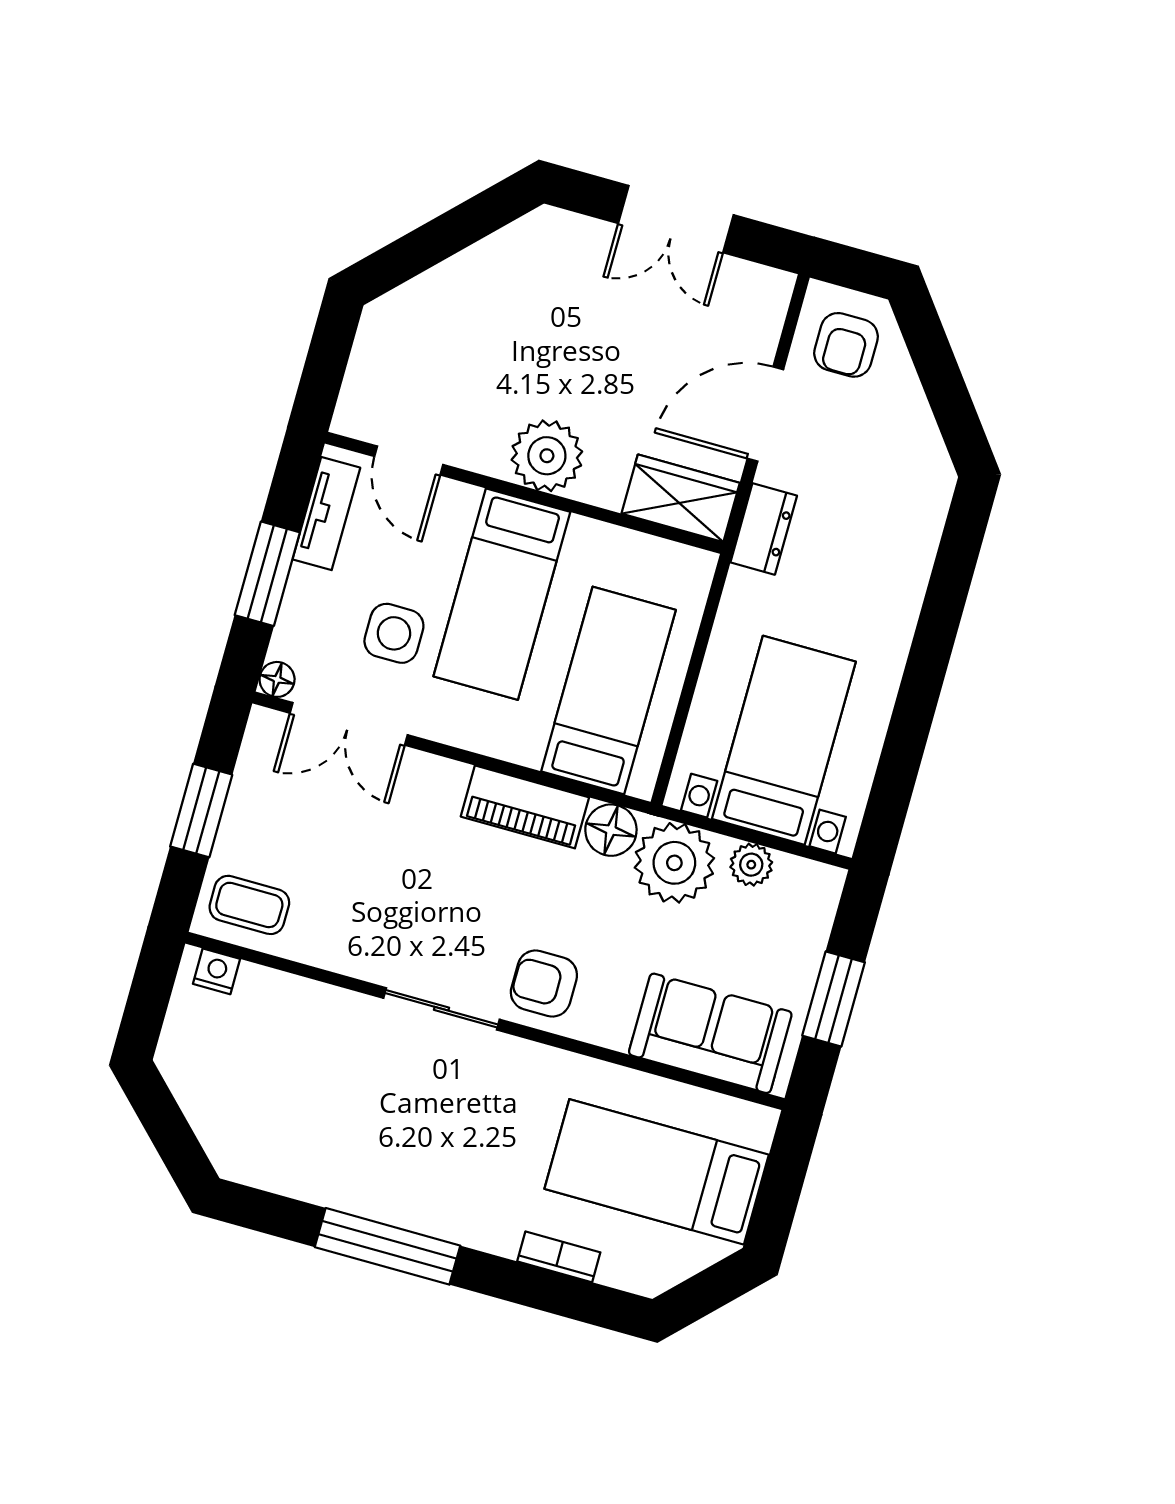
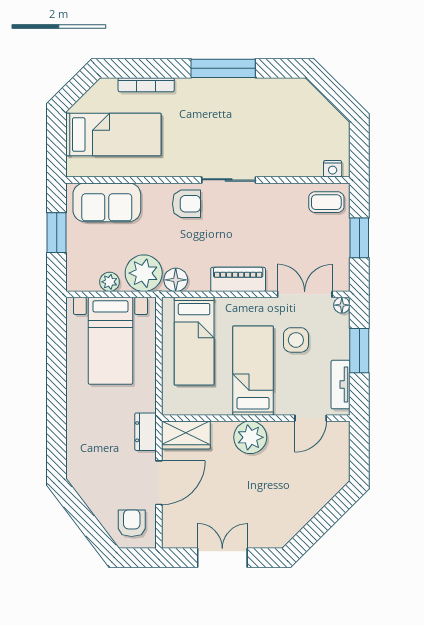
door: (409, 461) -> (311, 418), swing flipped
piano: (525, 807) -> (238, 279), moved
bookcase: (559, 1257) -> (146, 85), width x1.56

